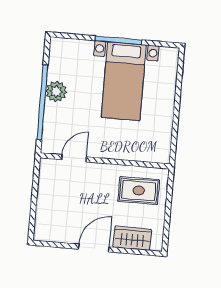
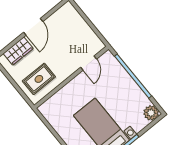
plant: (56, 91) -> (151, 113), moved

